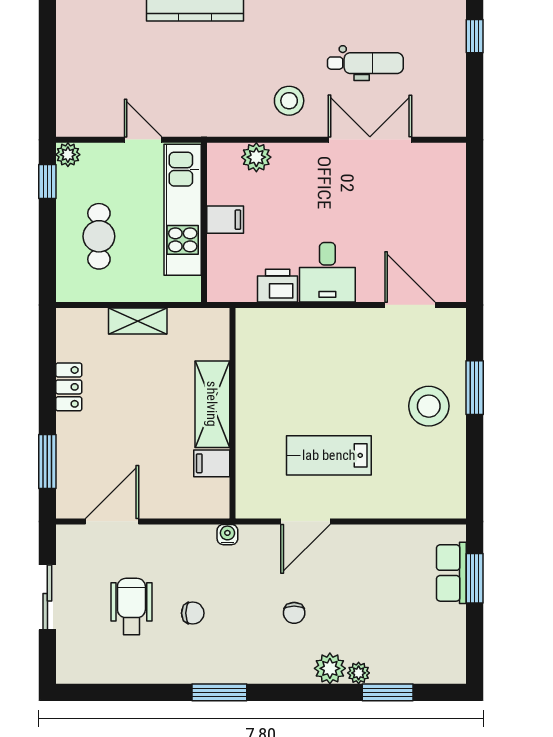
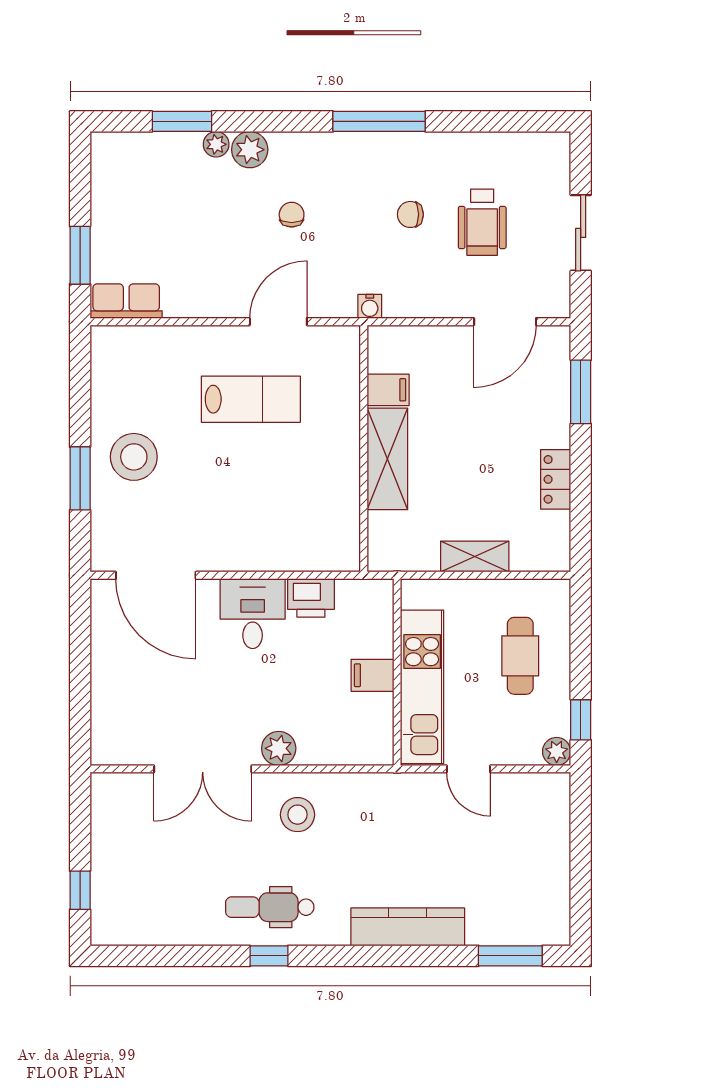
dental chair: (365, 63) -> (270, 907), moved
plant: (256, 157) -> (279, 748), moved
door: (410, 305) -> (156, 575), width x1.36
row of seats: (451, 573) -> (126, 301), moved, turned -90
window: (219, 692) -> (379, 121), width x1.44

